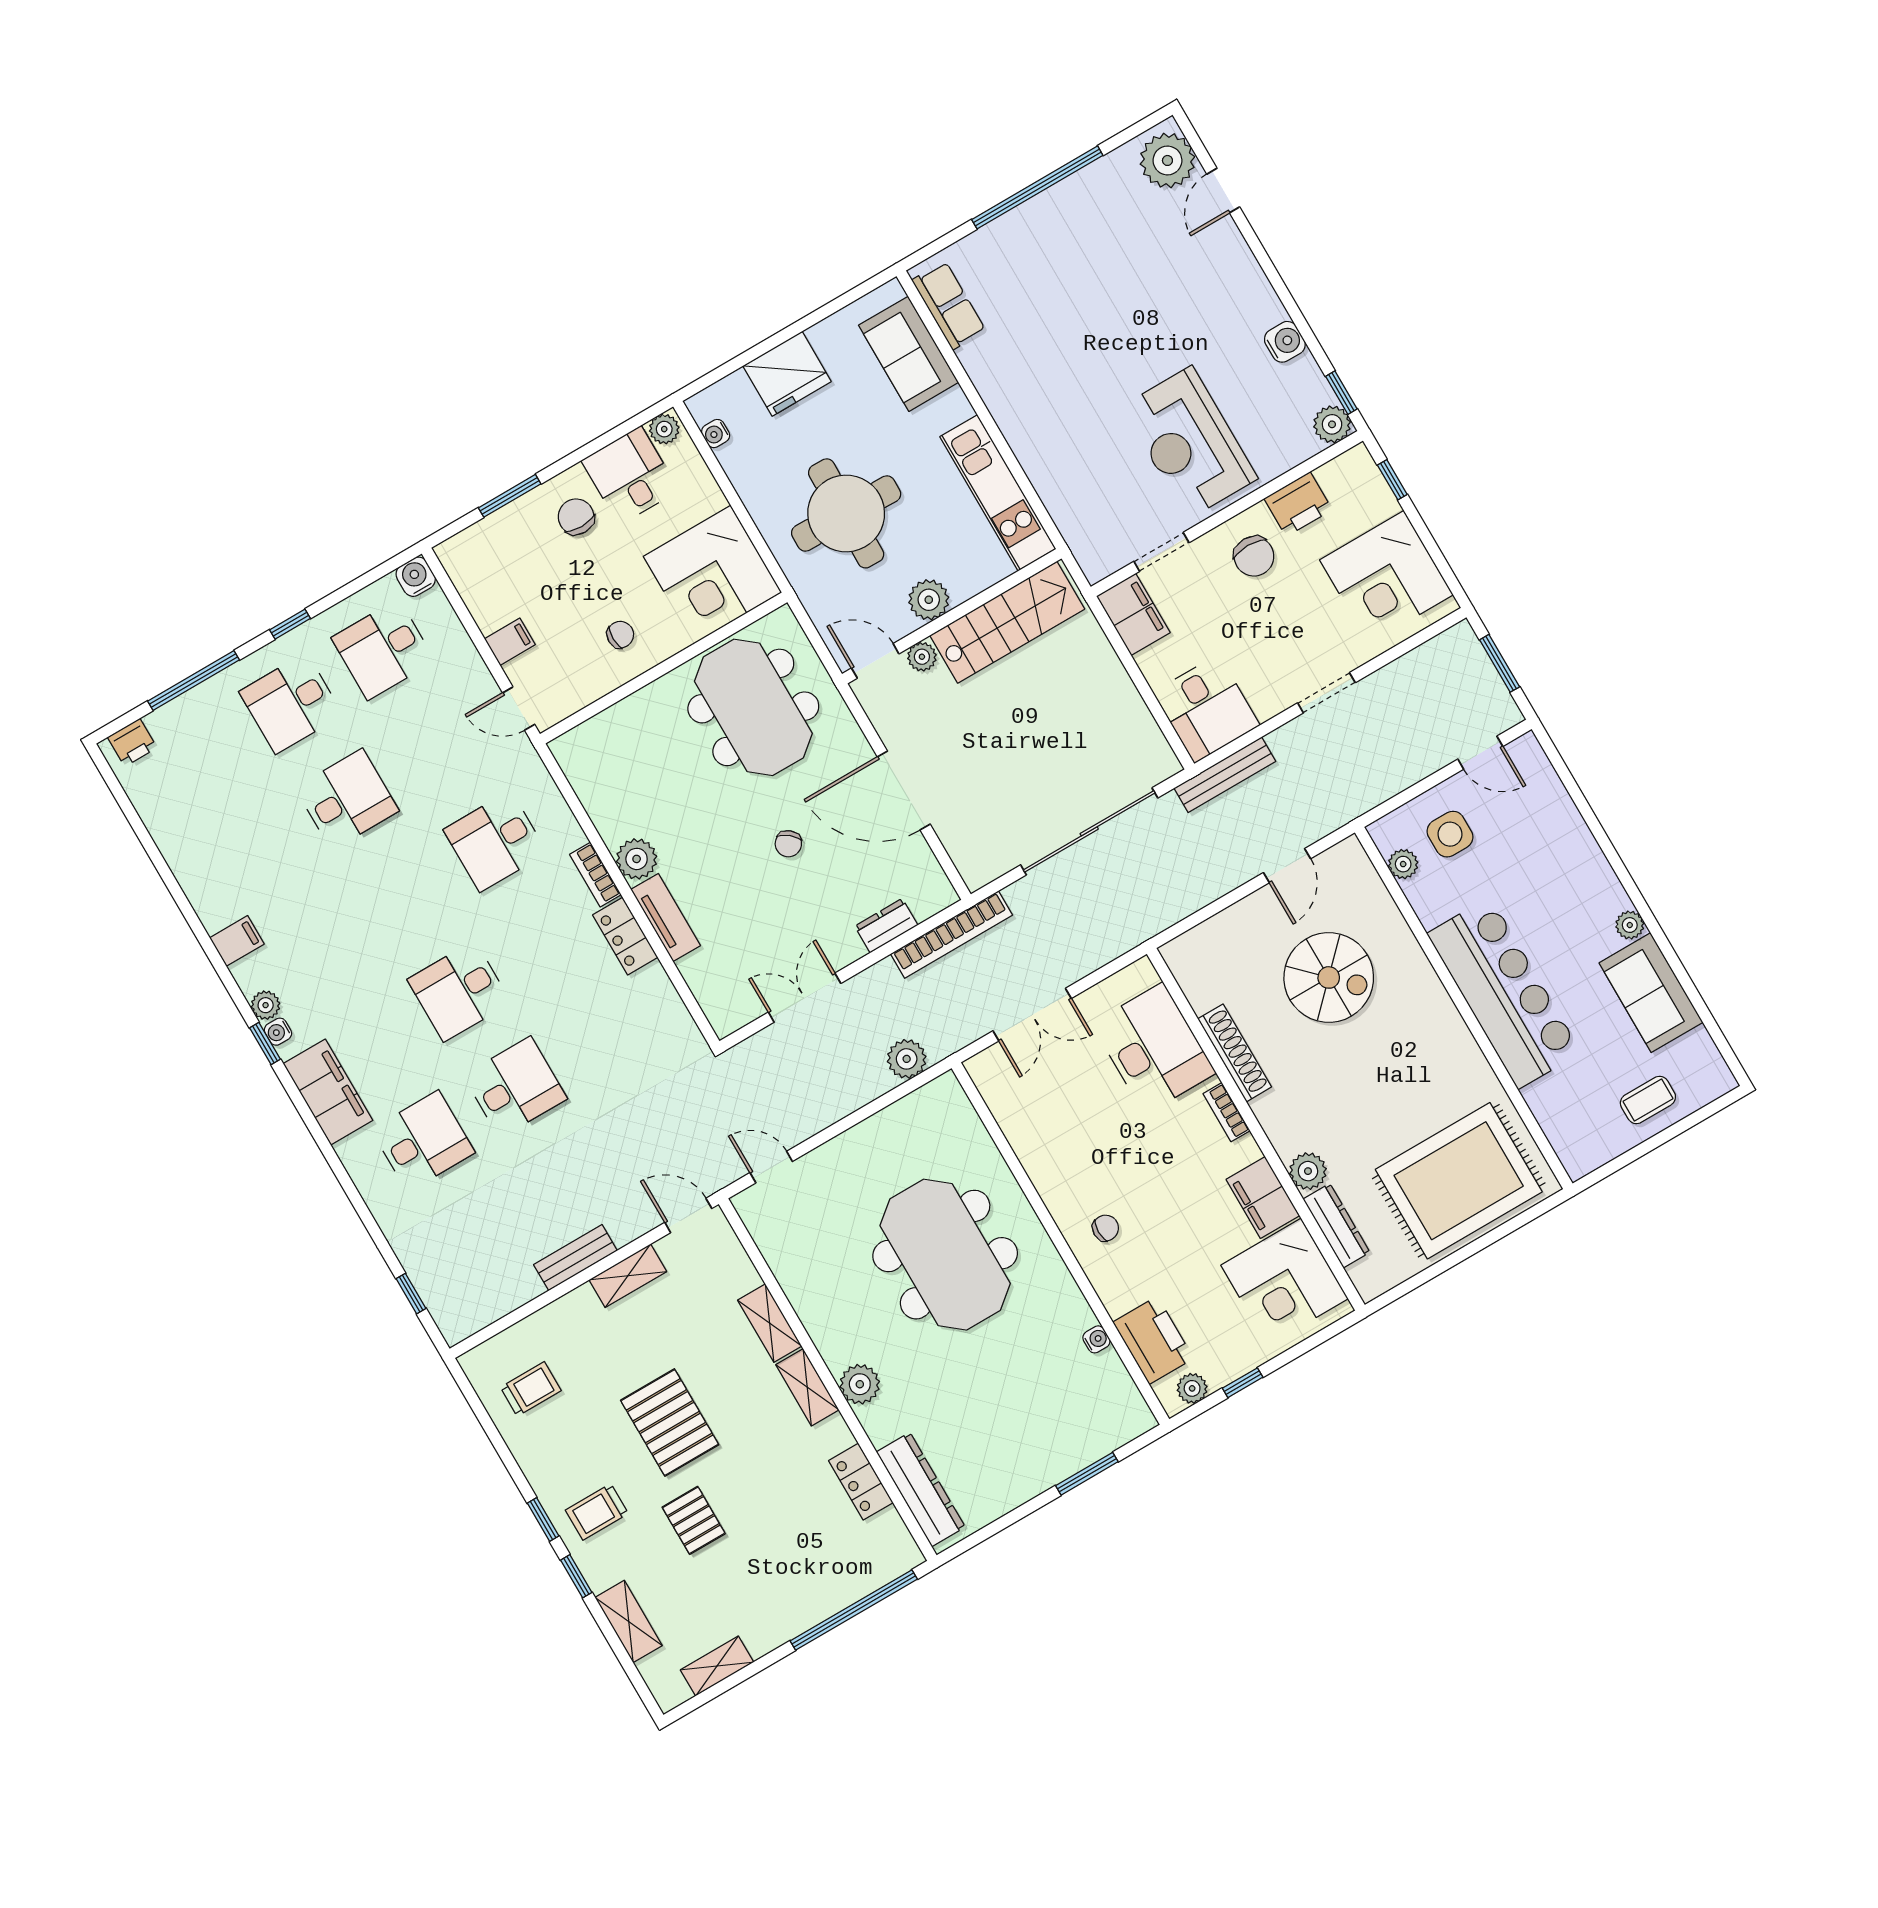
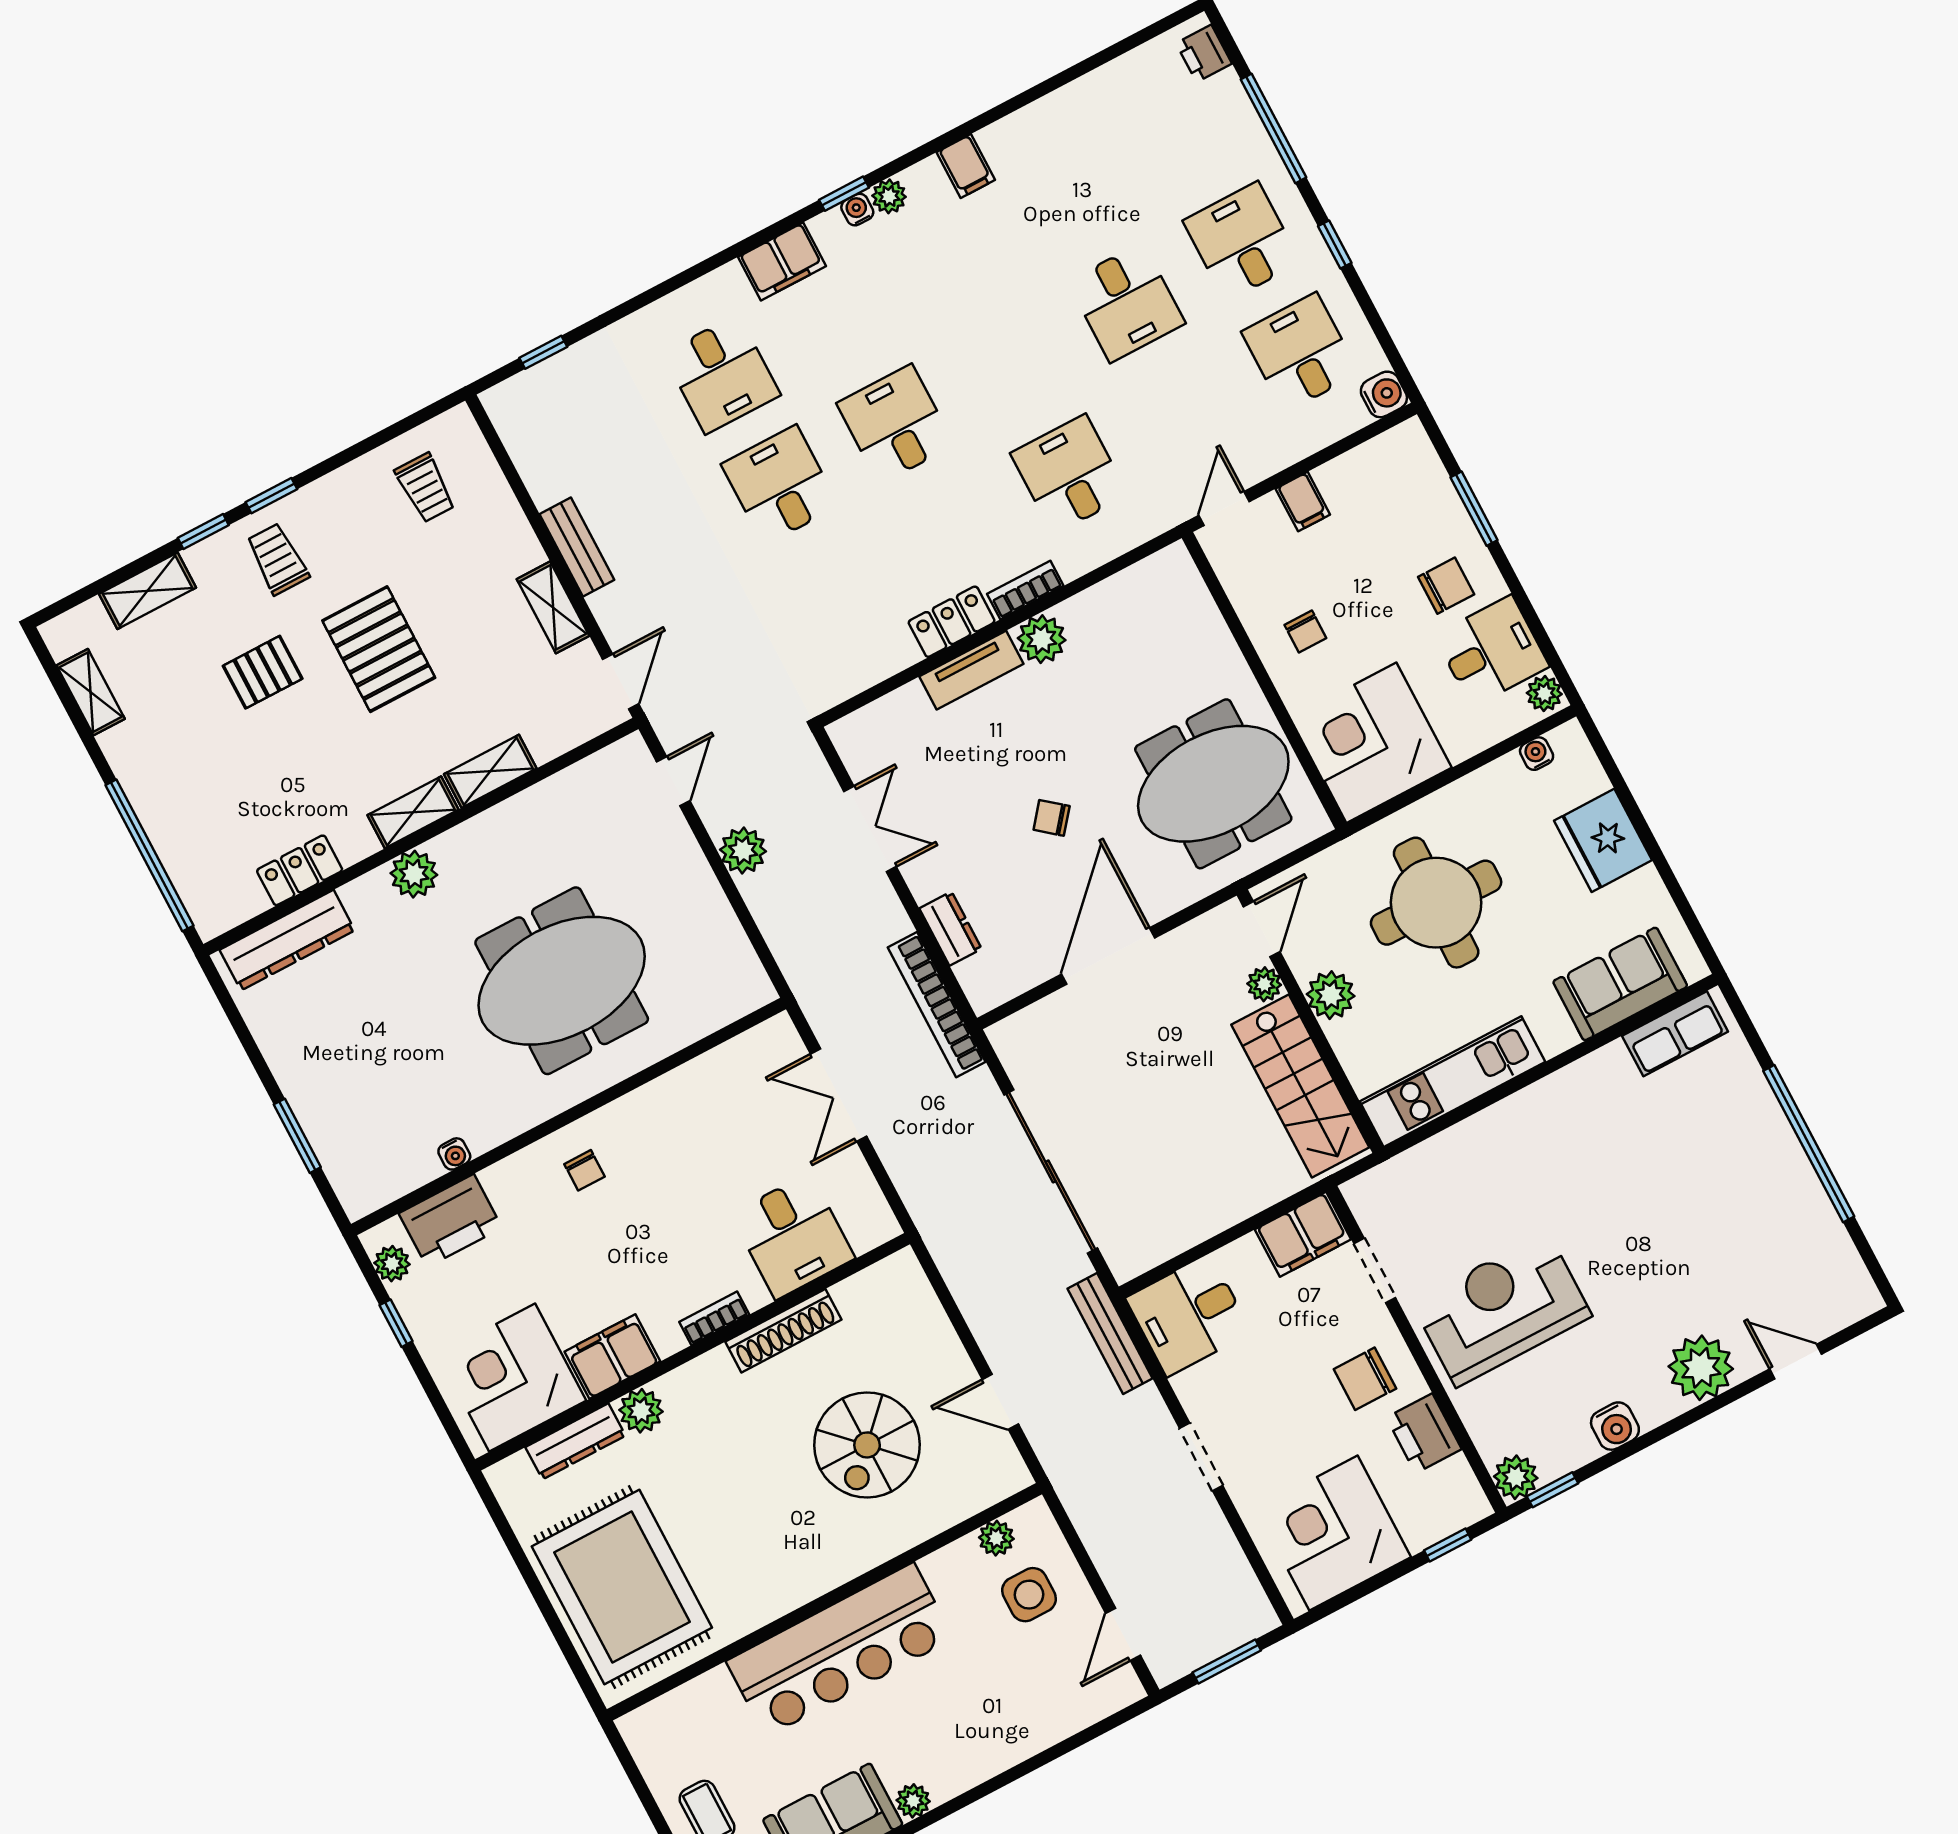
plant: (1167, 160) -> (1701, 1368), moved
desk: (1154, 1048) -> (793, 1236), width x0.73
plant: (907, 1059) -> (743, 851), moved
desk: (515, 1087) -> (780, 485), turned 180
filing cabinet: (328, 1092) -> (782, 261), width x0.67, depth x0.86
pallet: (670, 1423) -> (379, 649), turned 90

